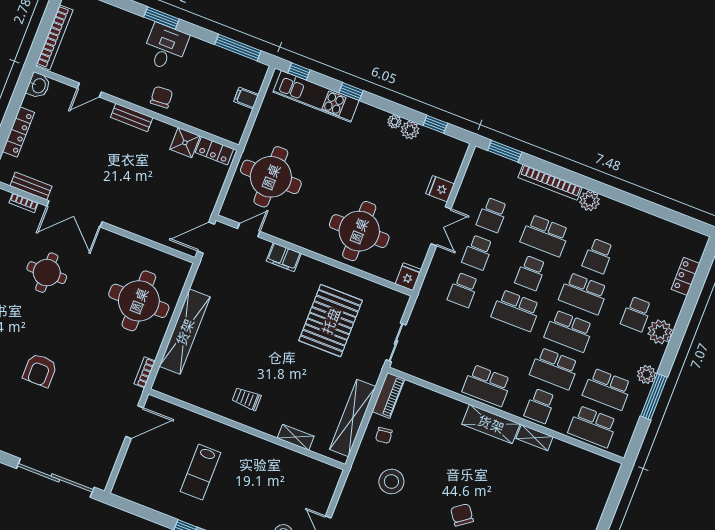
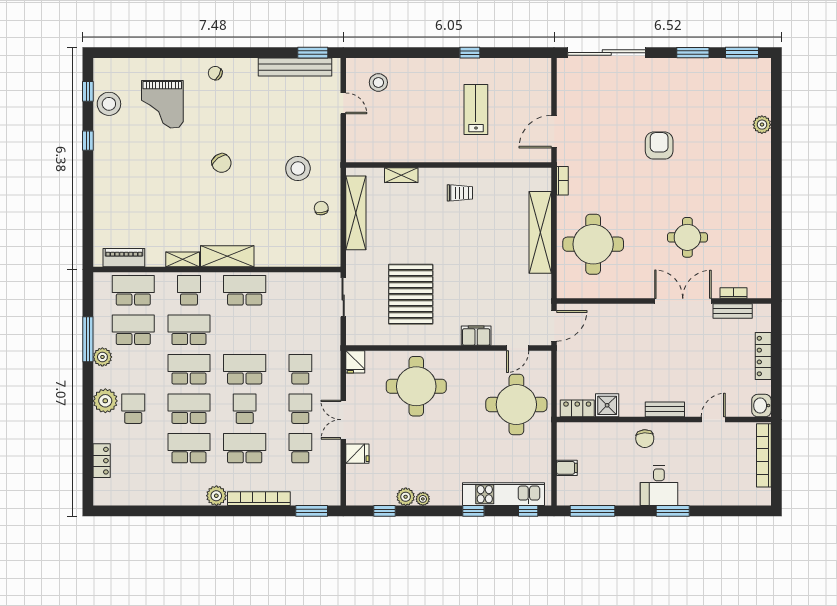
school desk: (598, 256) -> (189, 448), width x1.85
piano: (388, 395) -> (124, 258), moved, turned 90

